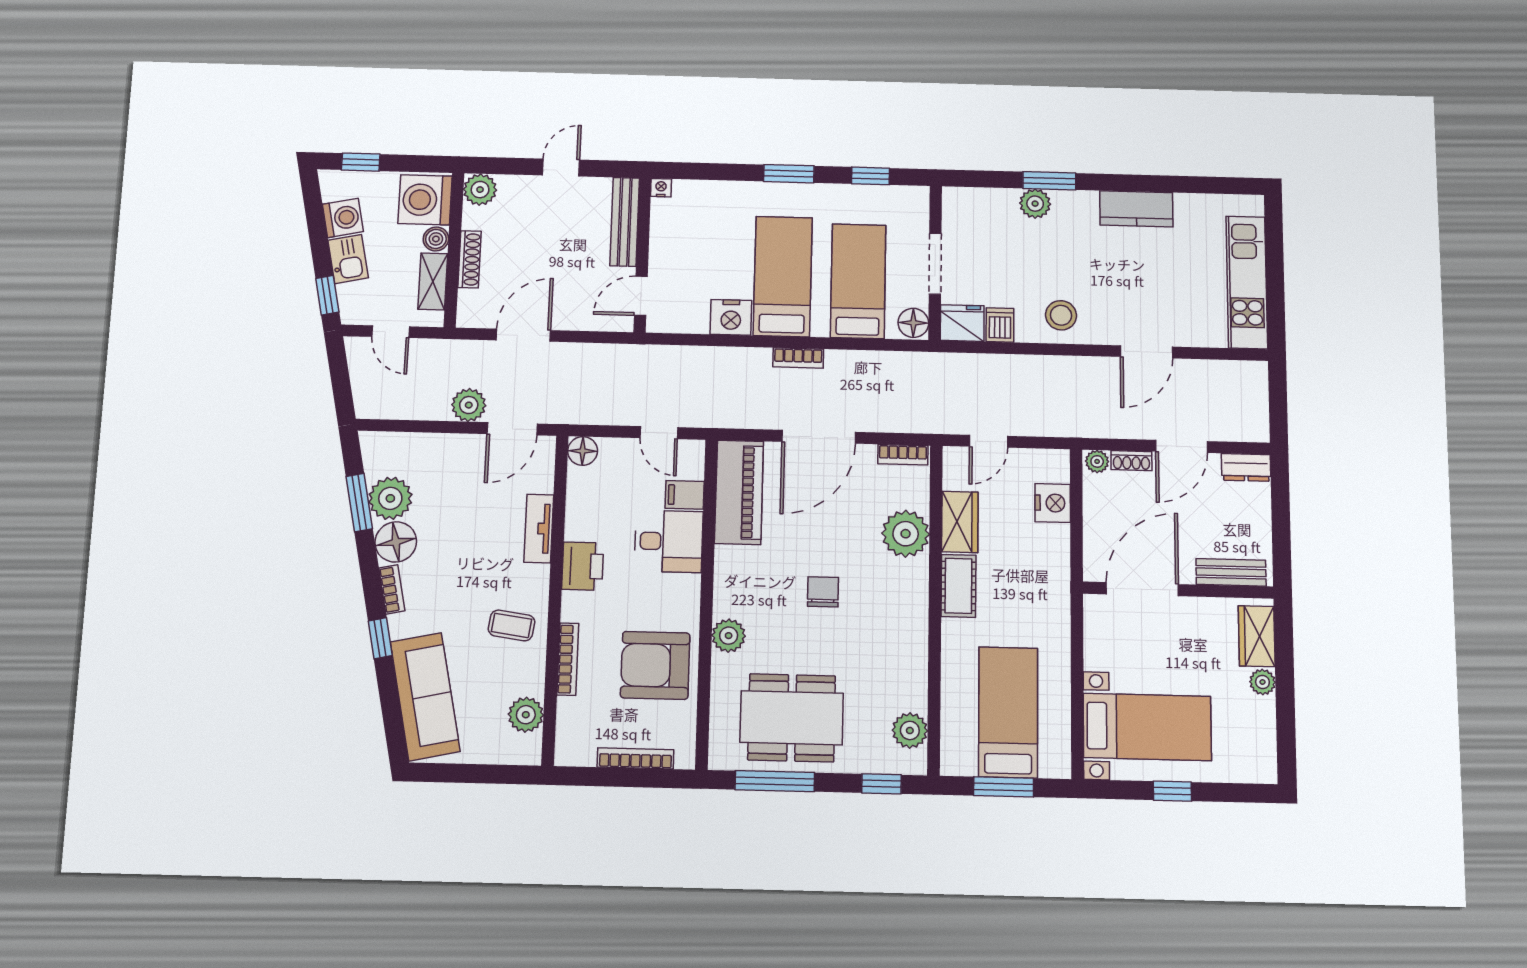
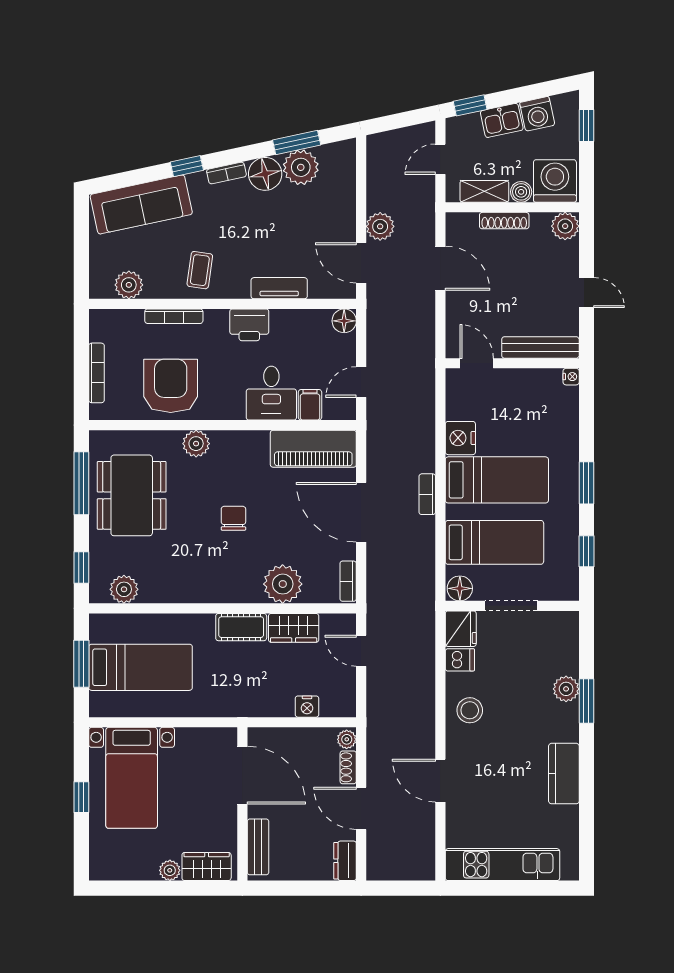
nightstand: (1053, 503) -> (307, 707), width x0.74, depth x0.75
chair: (823, 592) -> (233, 518), turned -90

